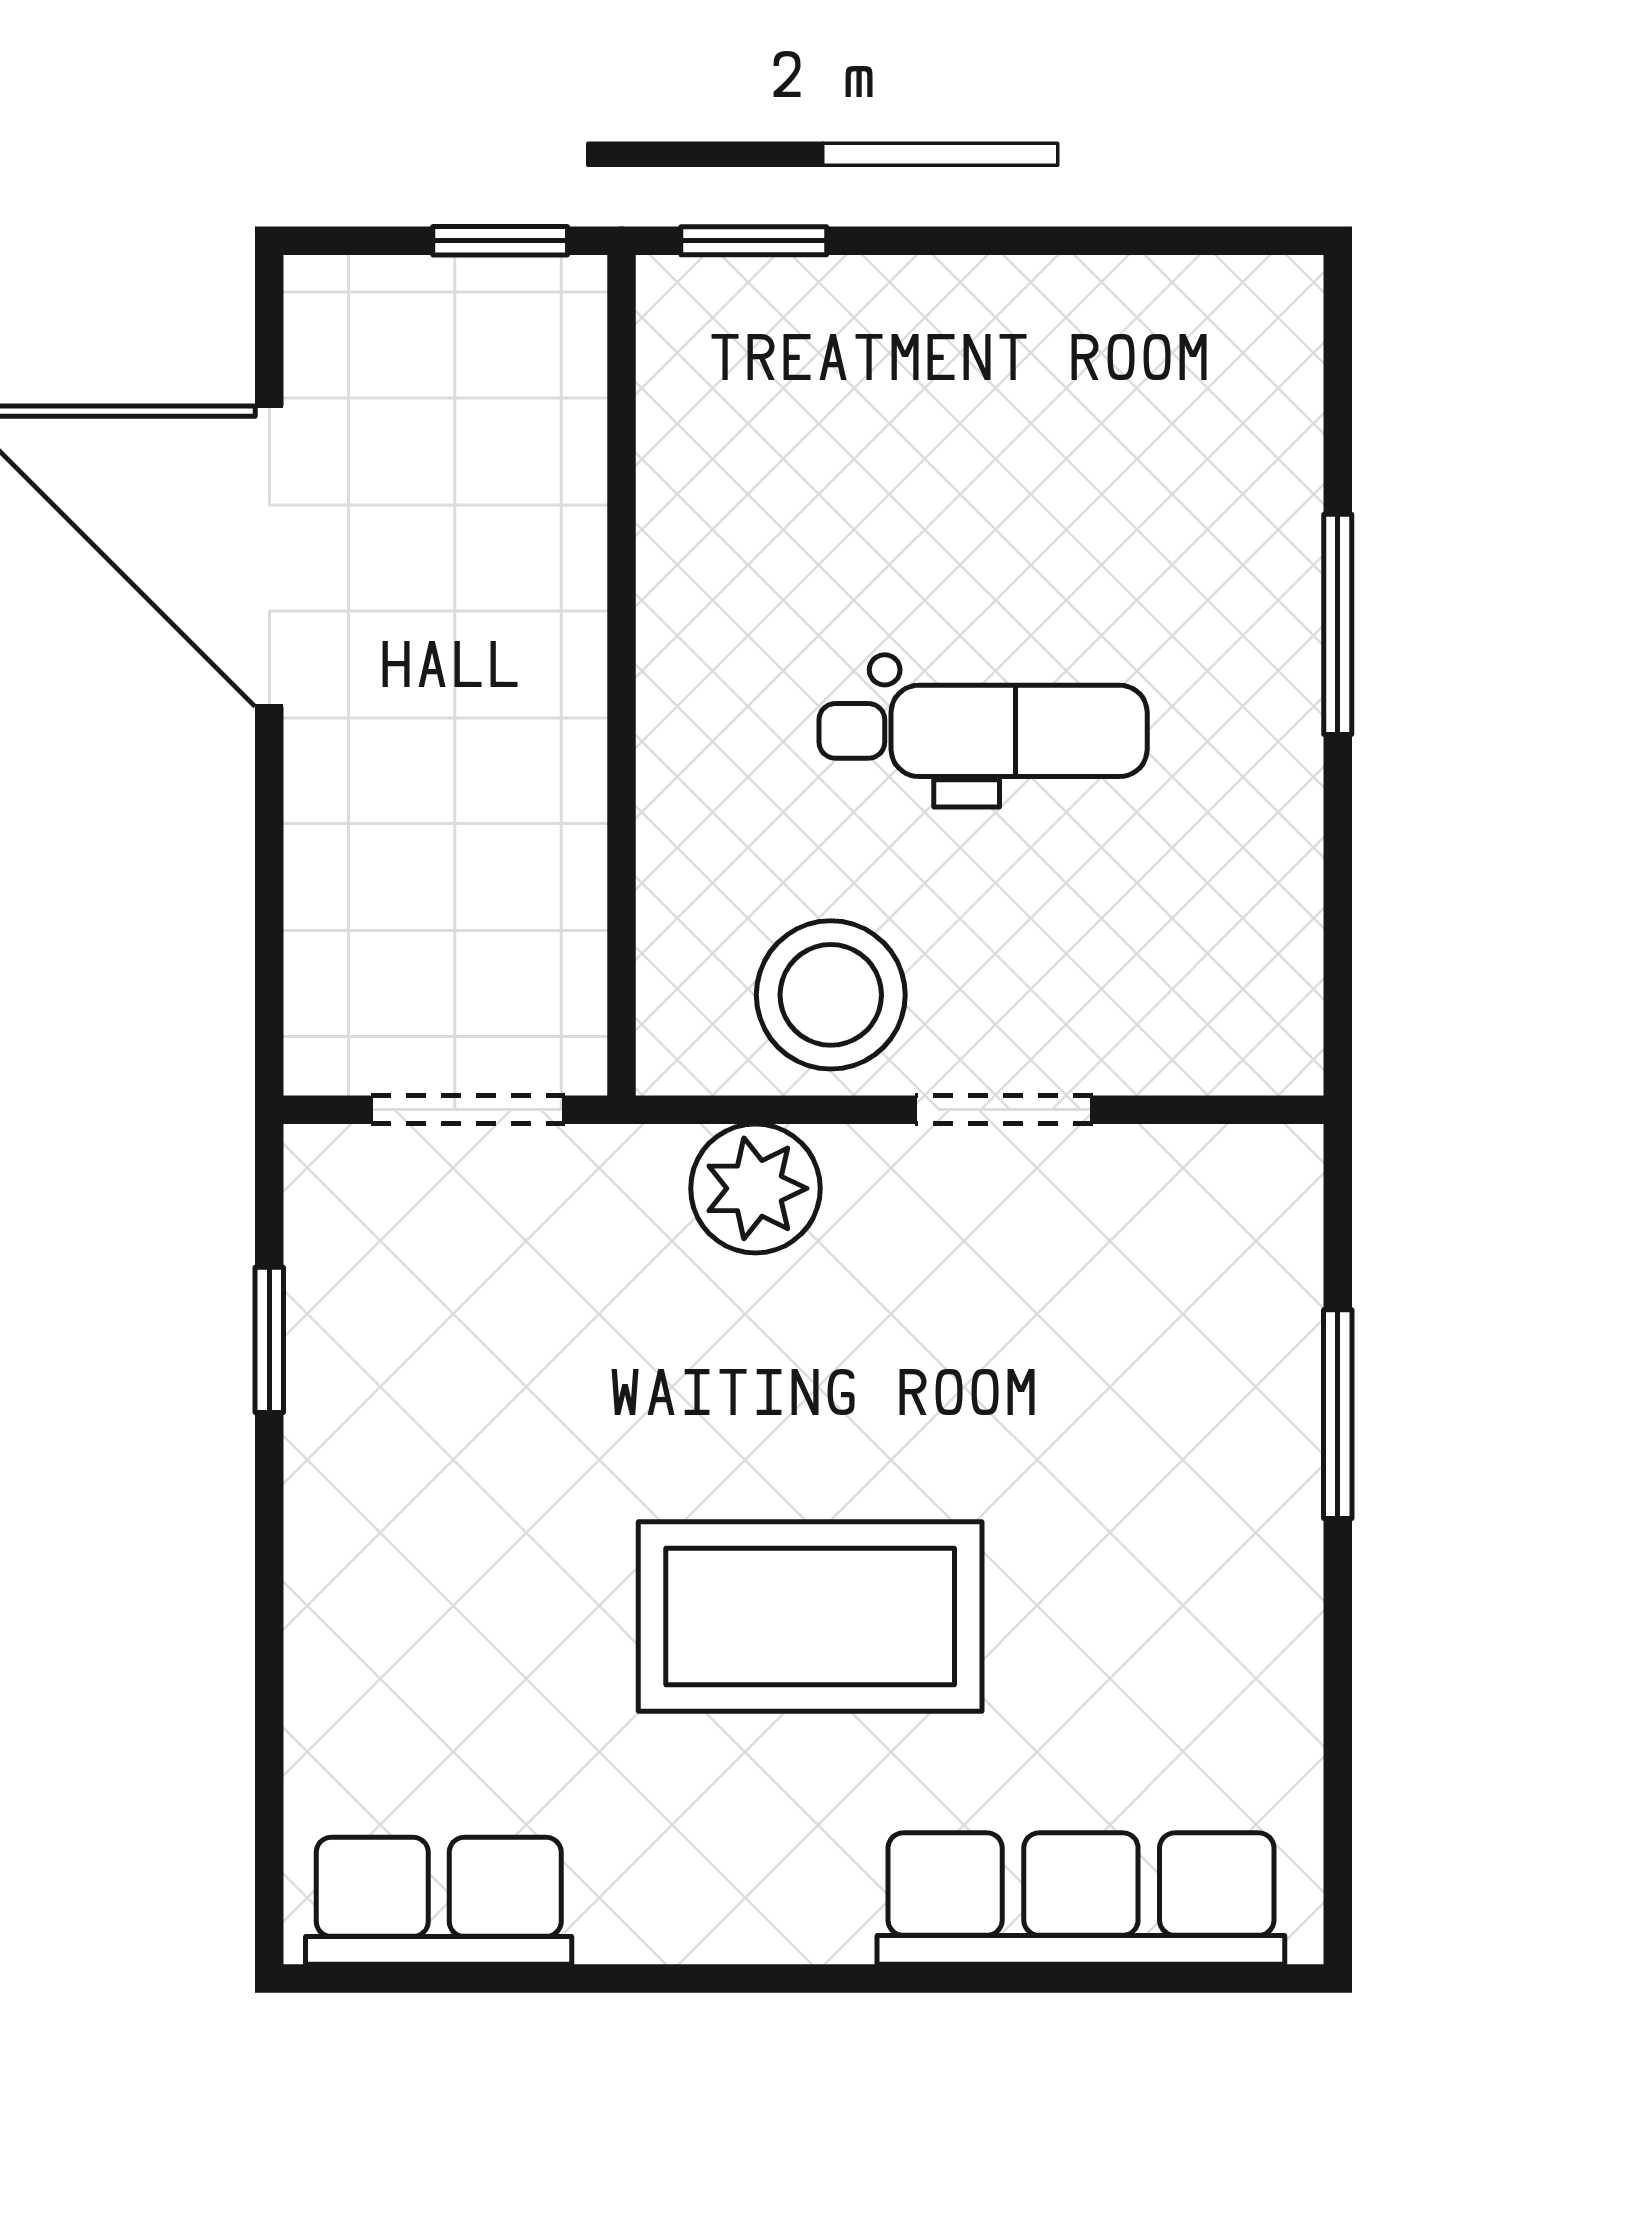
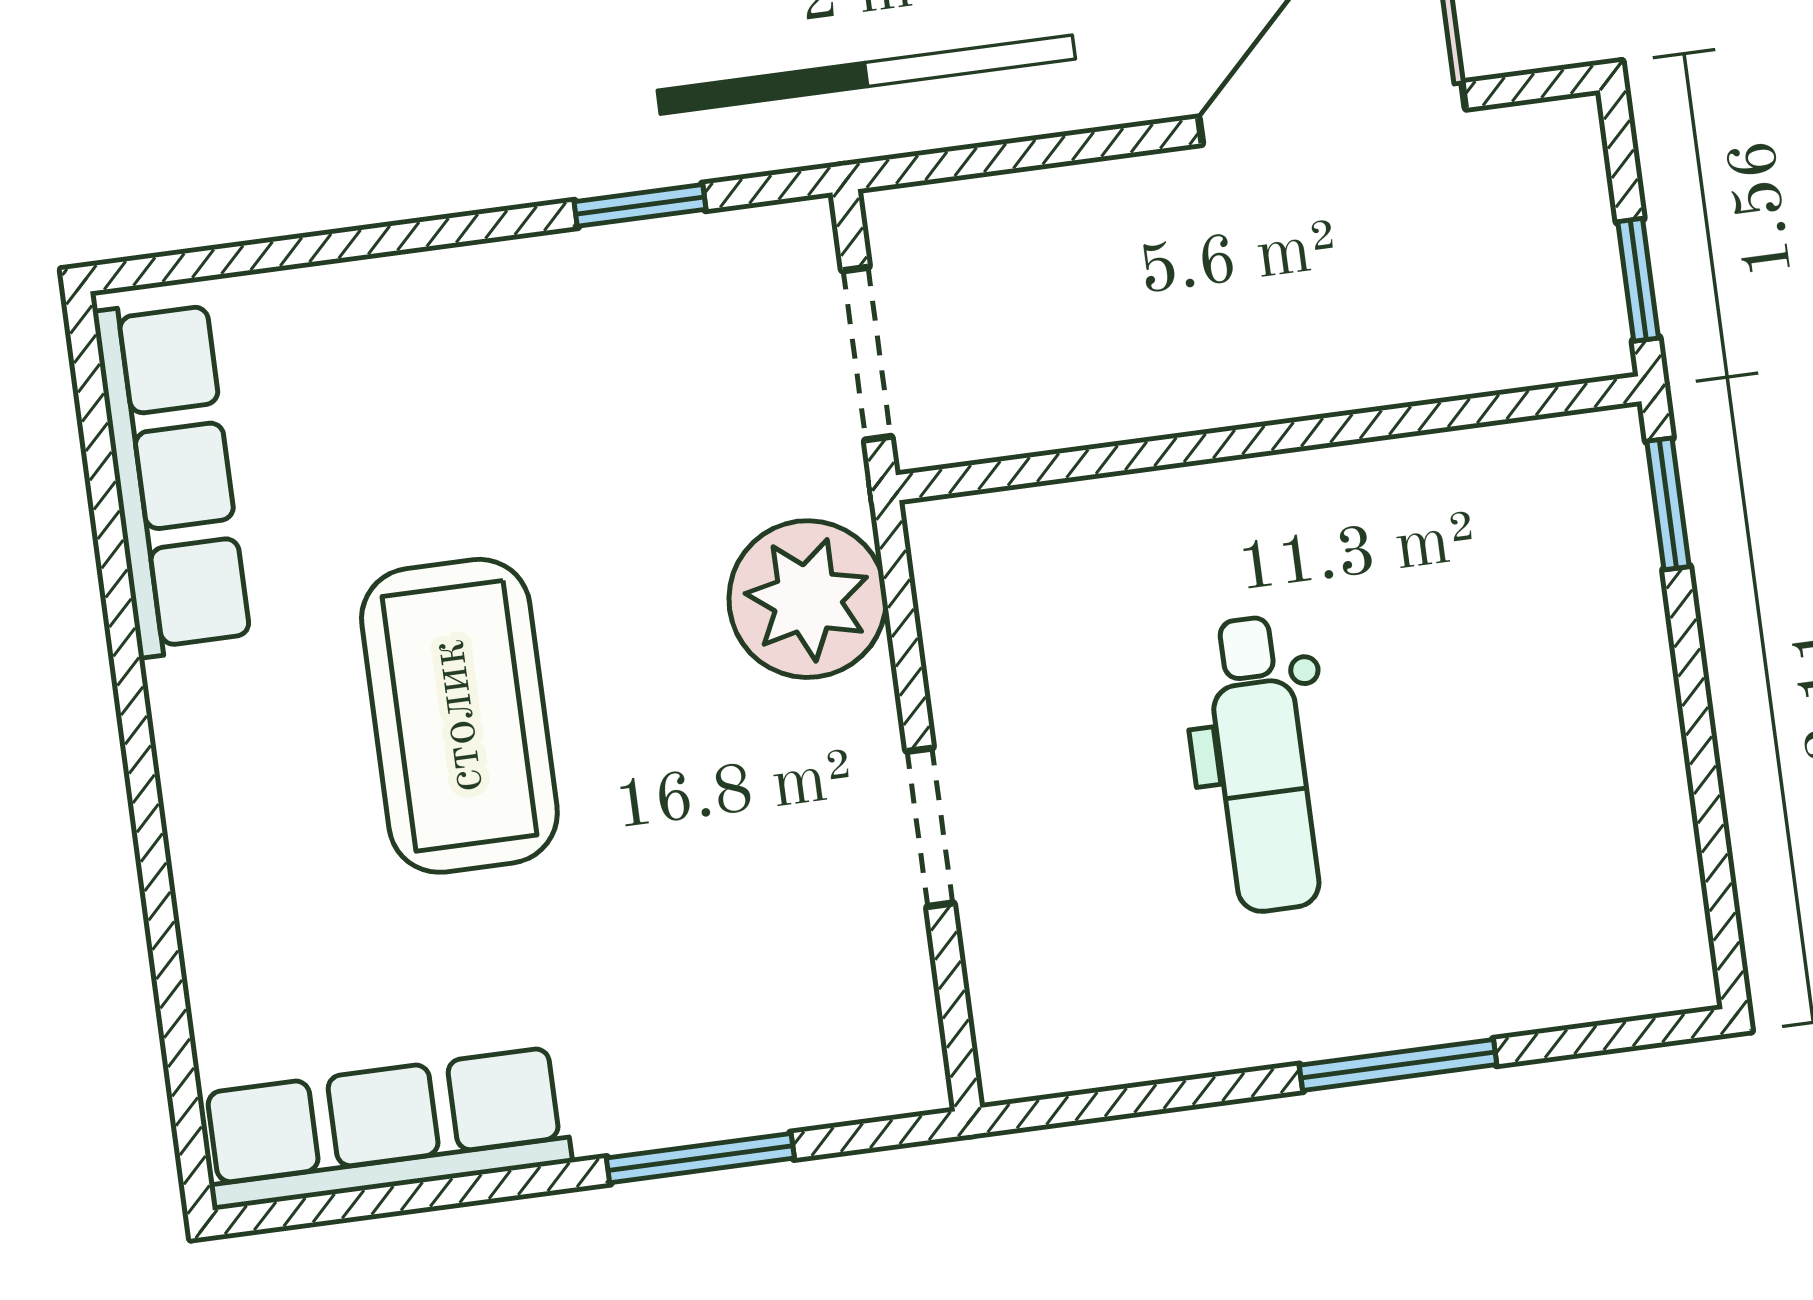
stool: (831, 995) -> (1011, 661), removed
plant: (755, 1188) -> (808, 599), width x1.36, depth x1.36
row of seats: (1081, 1899) -> (385, 1128), moved, turned -90
row of seats: (439, 1901) -> (172, 477), width x1.48

